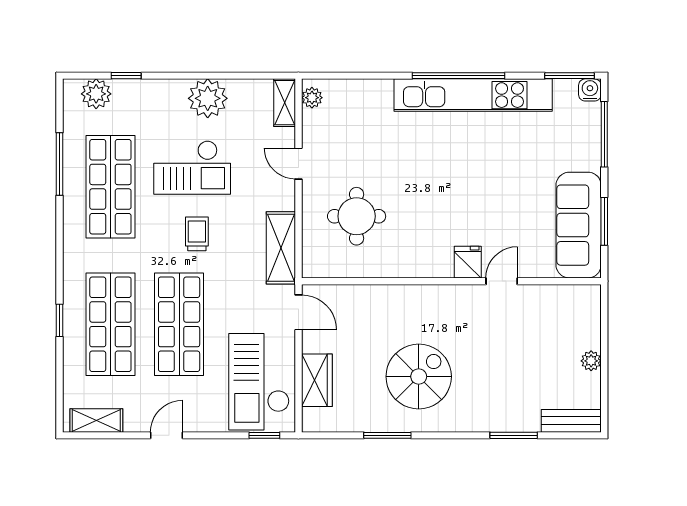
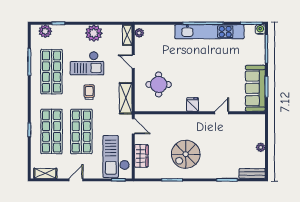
fridge: (468, 262) -> (193, 104), moved
spiral stairs: (419, 377) -> (186, 154), turned 180

